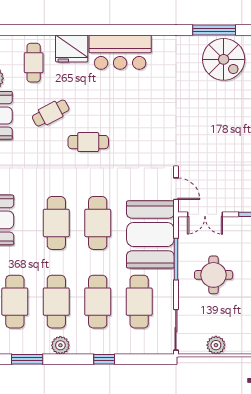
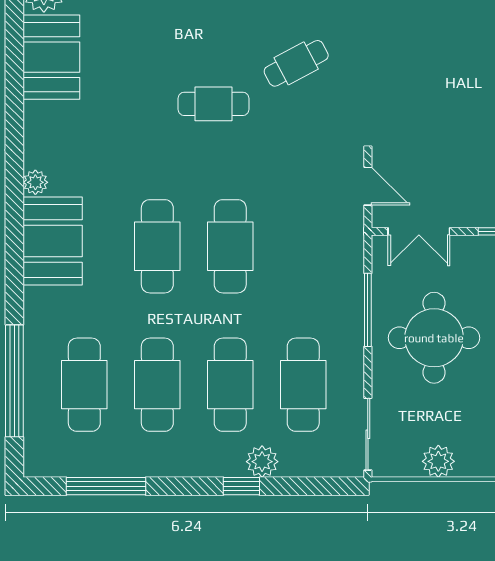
cafe table: (51, 113) -> (296, 63), moved
booth: (150, 234) -> (323, 267), removed
round table: (214, 275) -> (434, 338), width x1.36, depth x1.36
plant: (60, 345) -> (262, 462), moved
window: (27, 359) -> (106, 486), width x1.44

